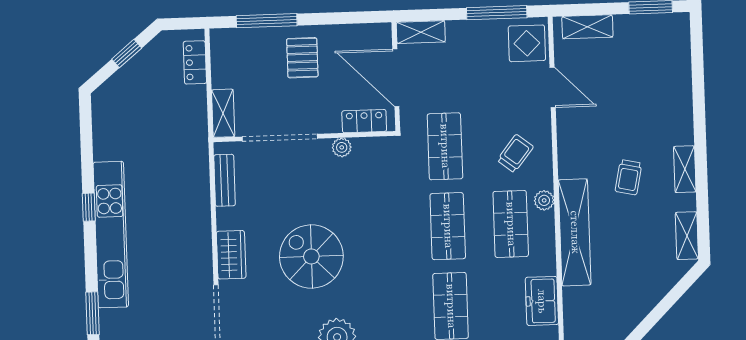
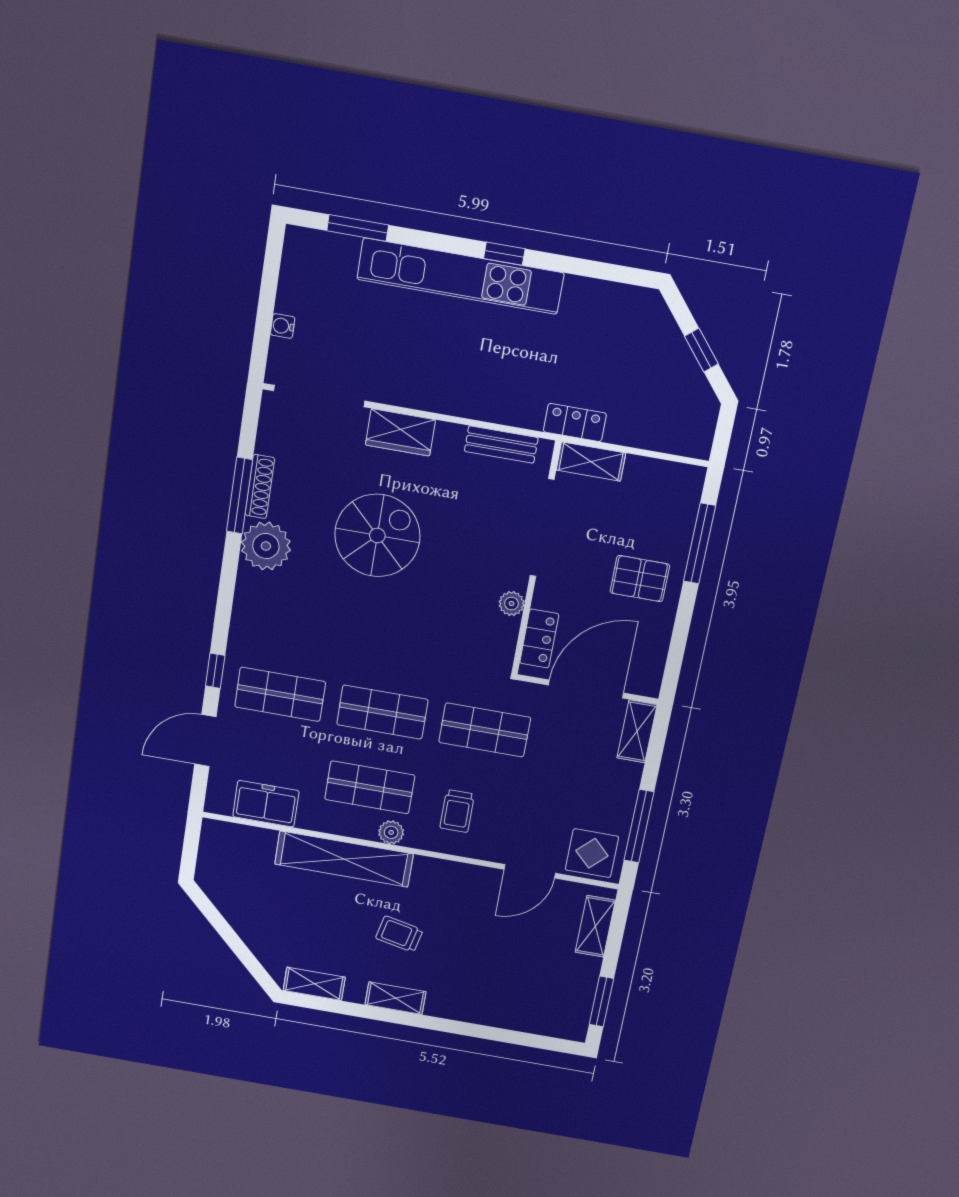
locker: (195, 62) -> (575, 423), moved
trolley: (515, 153) -> (457, 811), turned 52

